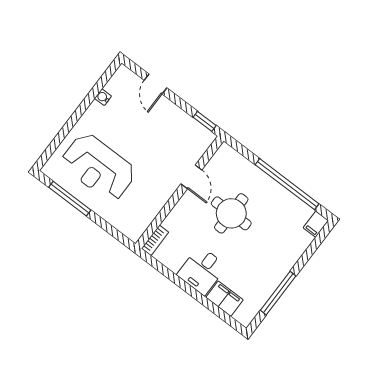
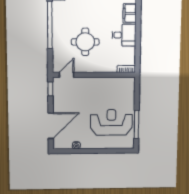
door: (156, 84) -> (51, 126), width x1.87
reception desk: (98, 167) -> (111, 122), turned -90
door: (191, 177) -> (67, 75), moved

